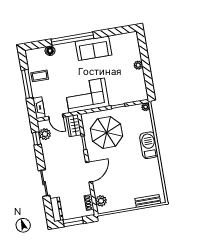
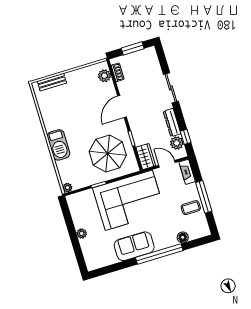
corner sofa: (87, 95) -> (129, 200), width x1.36, depth x1.36
dresser: (57, 209) -> (172, 123), moved

